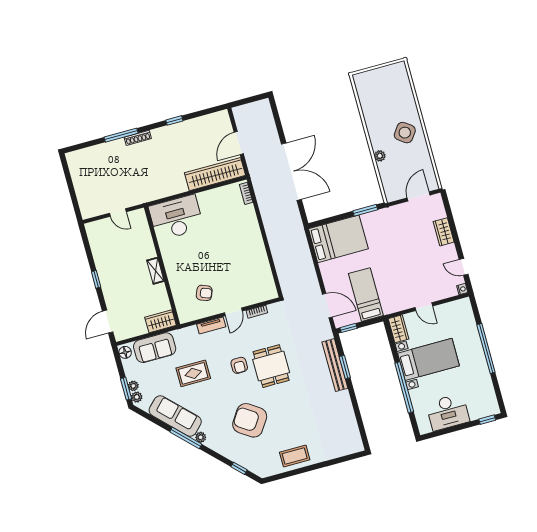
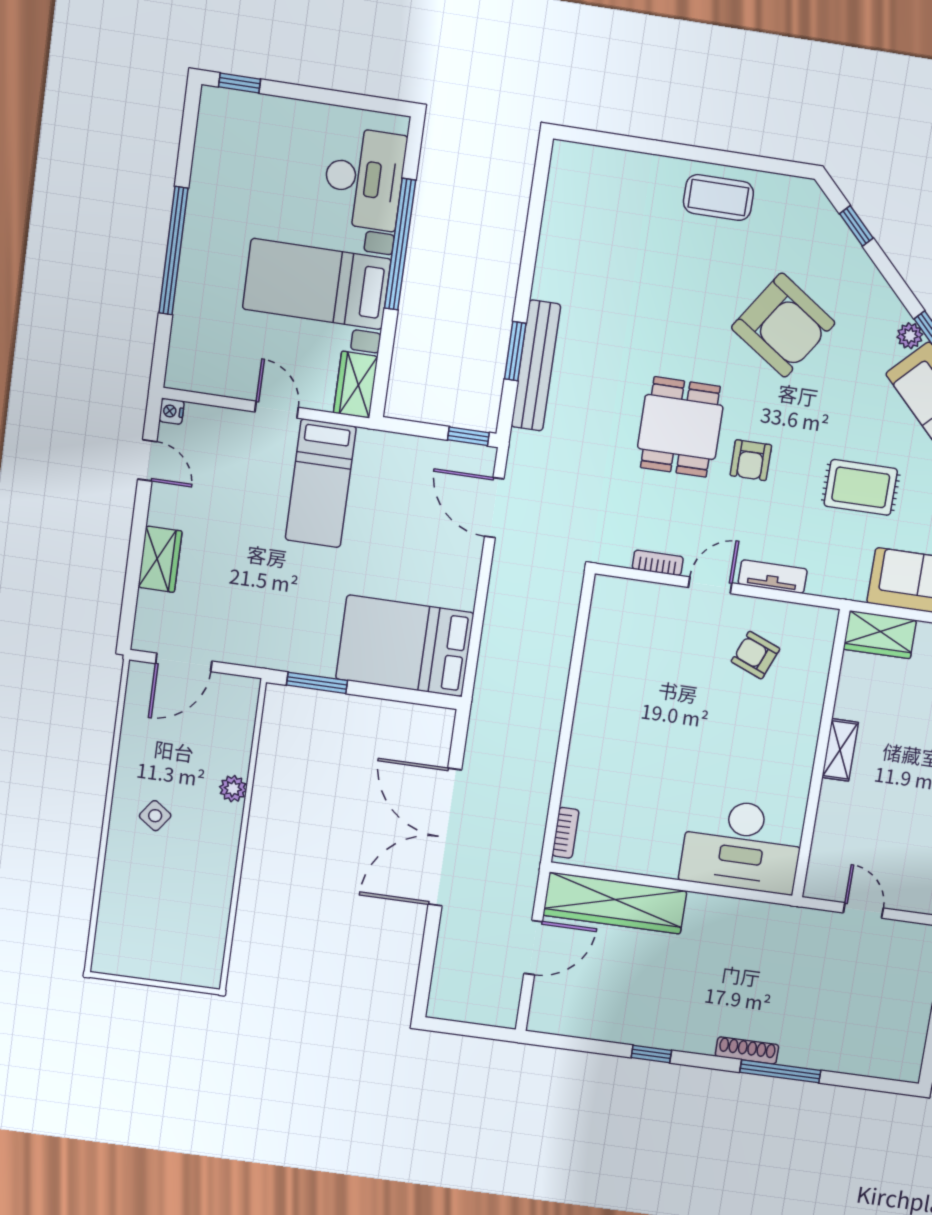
side table: (405, 133) -> (155, 816), width x0.54, depth x0.54
bed: (366, 295) -> (321, 483), moved
armchair: (239, 365) -> (751, 460), turned 180
desk: (448, 412) -> (364, 179), moved, turned 90

